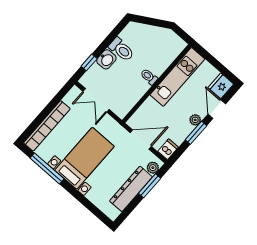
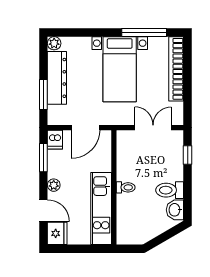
washbasin: (106, 59) -> (175, 210), moved
window: (196, 133) -> (43, 158), moved
plant: (153, 168) -> (54, 43), moved

